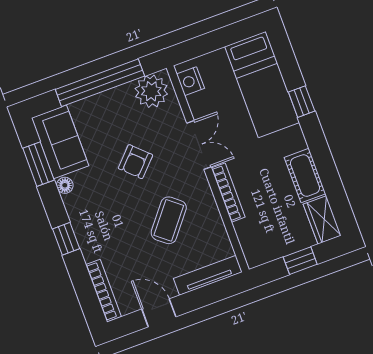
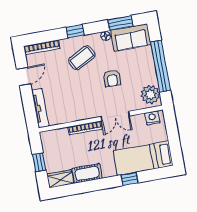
armchair: (135, 162) -> (112, 78), turned -134
coffee table: (169, 220) -> (82, 58), moved, turned -67

